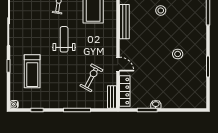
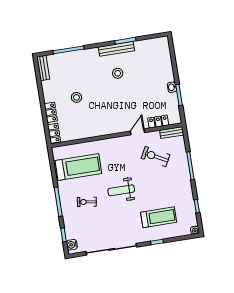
bench: (124, 22) -> (116, 49), moved
locker: (125, 91) -> (158, 122), width x0.66

